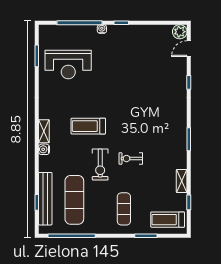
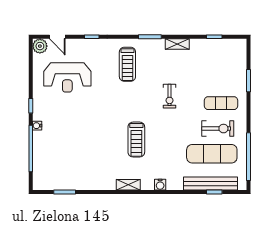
reception desk: (68, 64) -> (67, 77), moved, turned 90
shelving: (44, 131) -> (128, 185), moved
exercise bike: (100, 165) -> (218, 129), moved
shelving: (182, 181) -> (177, 44), moved
treadmill: (168, 220) -> (127, 64), moved

